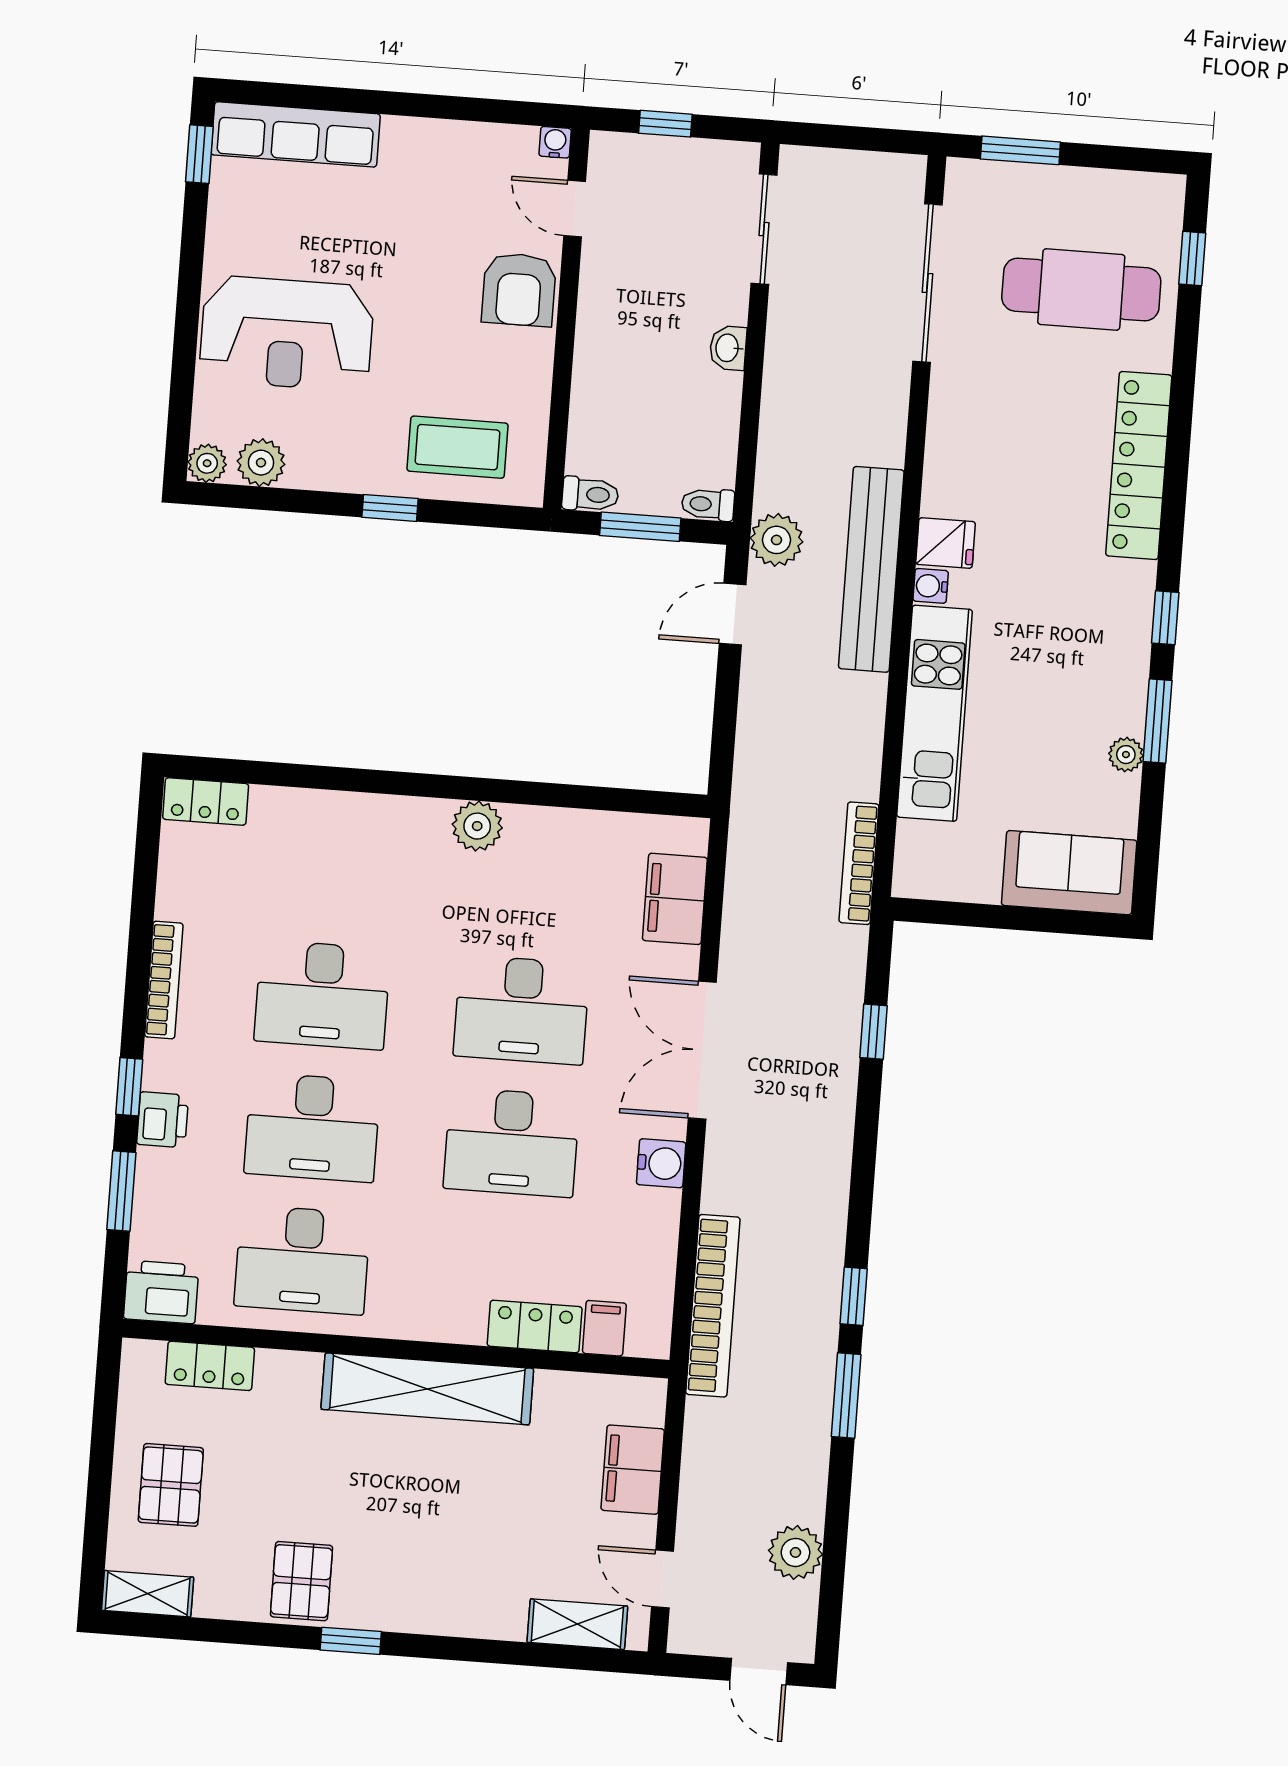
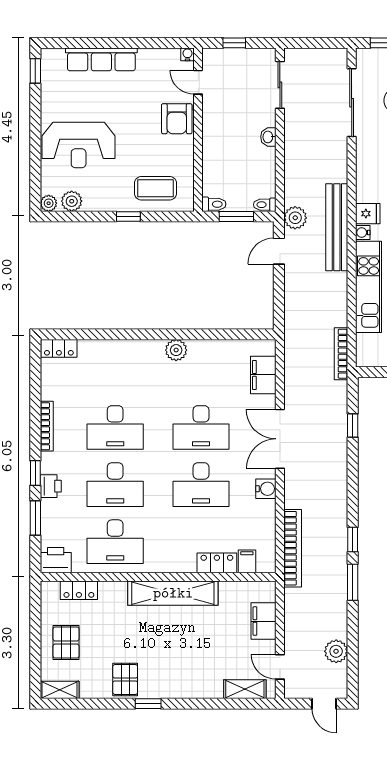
row of seats: (296, 134) -> (101, 59), moved

